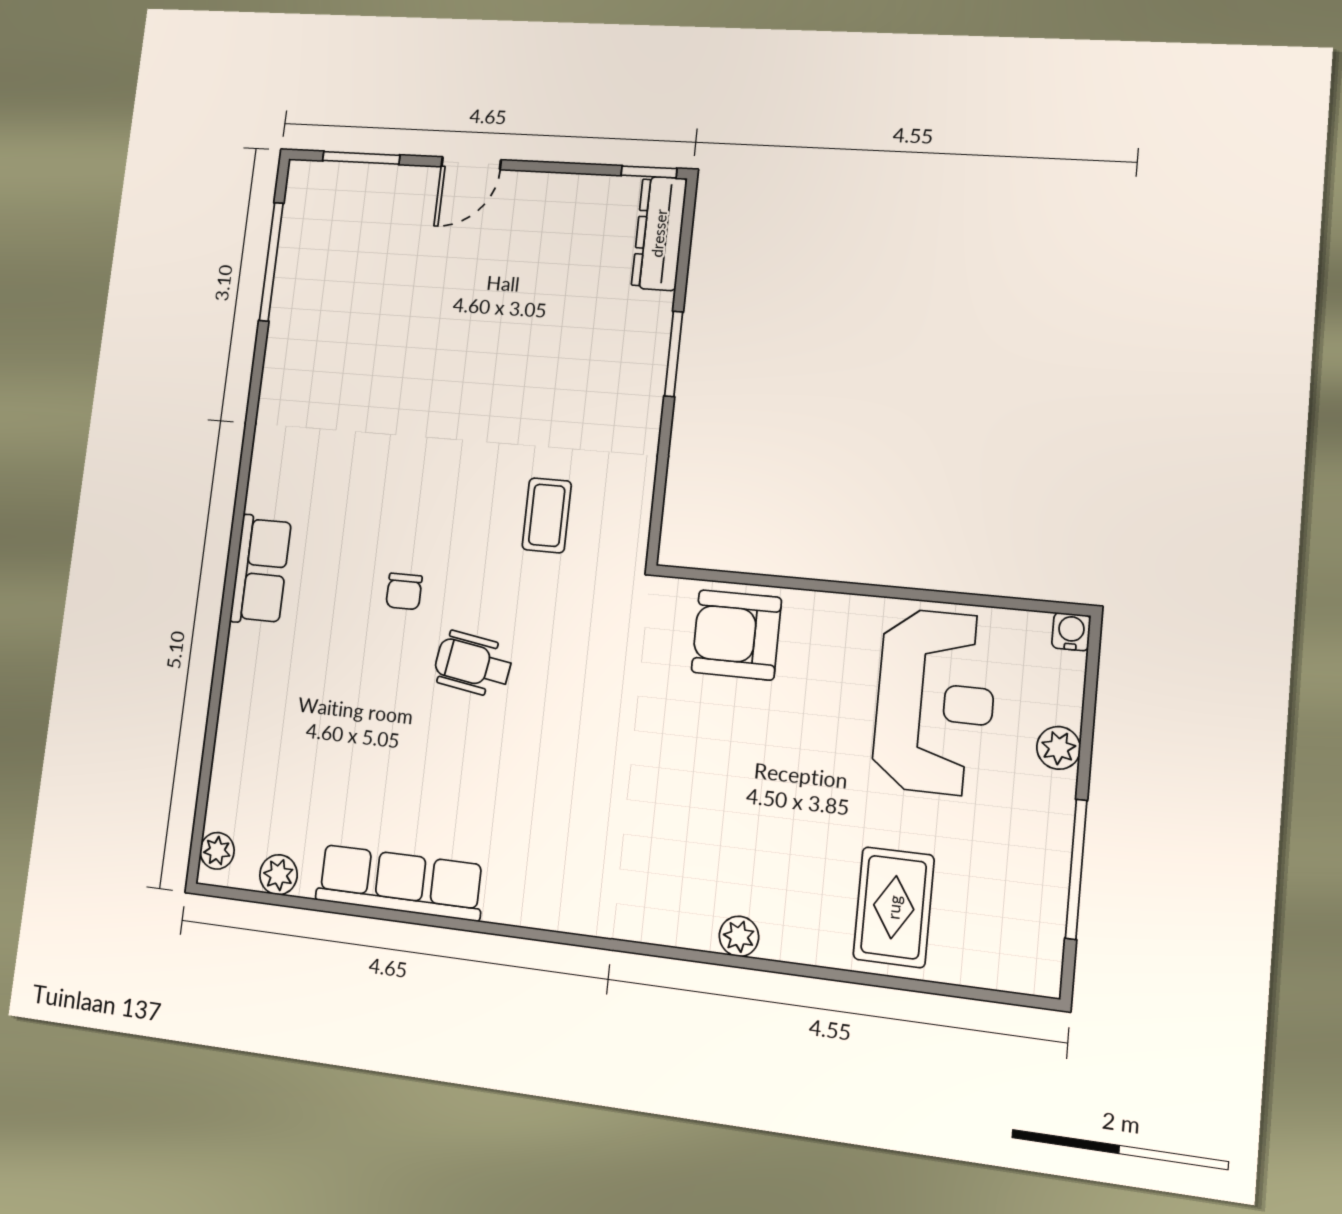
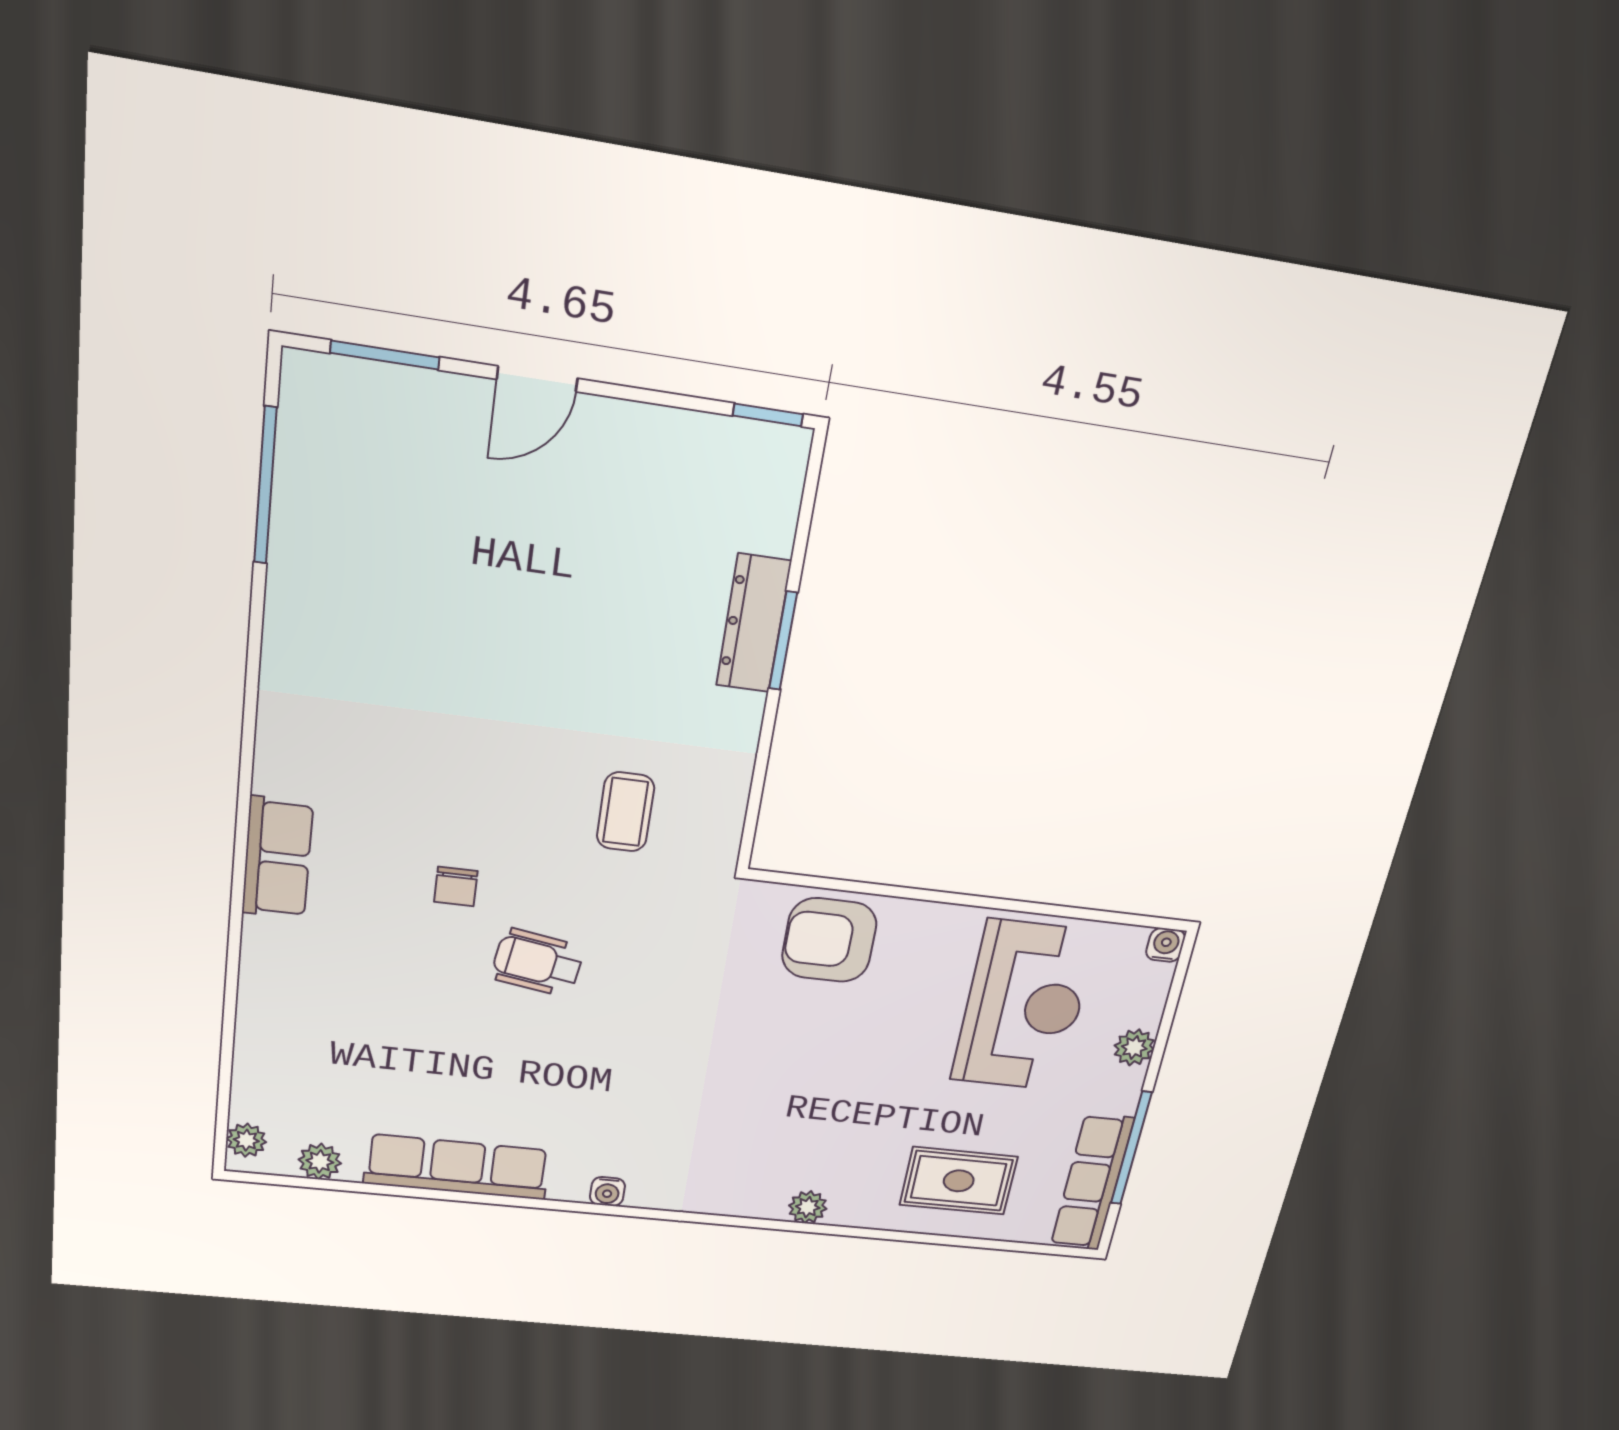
dresser: (659, 233) -> (754, 623), moved
rug: (894, 907) -> (959, 1181), turned 90
row of seats: (1040, 912) -> (1092, 1182), added
water cooler: (540, 913) -> (607, 1191), added

